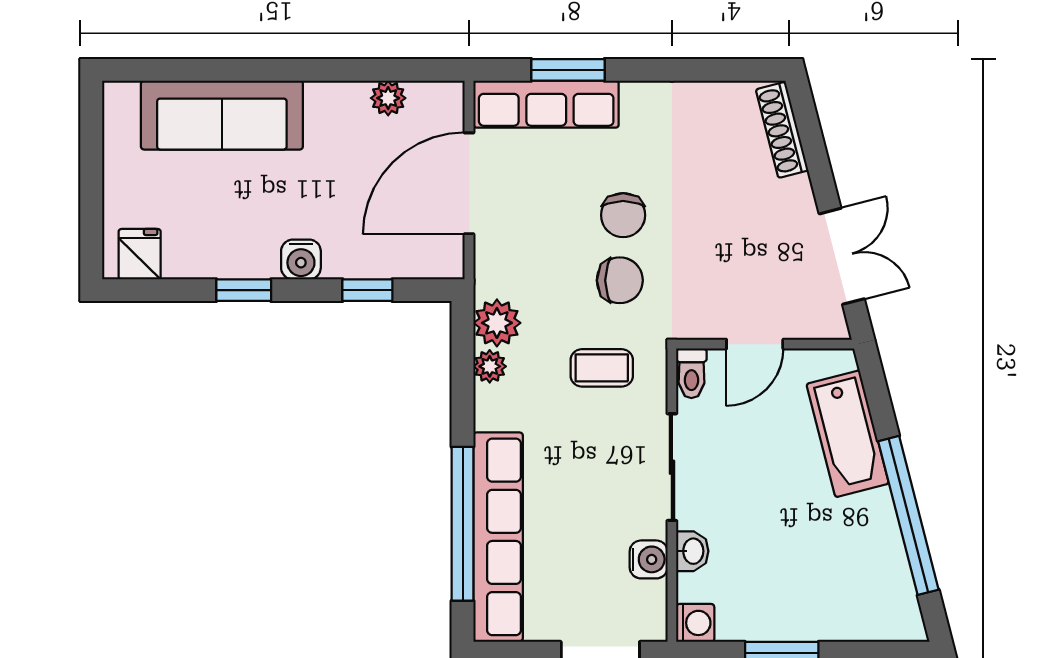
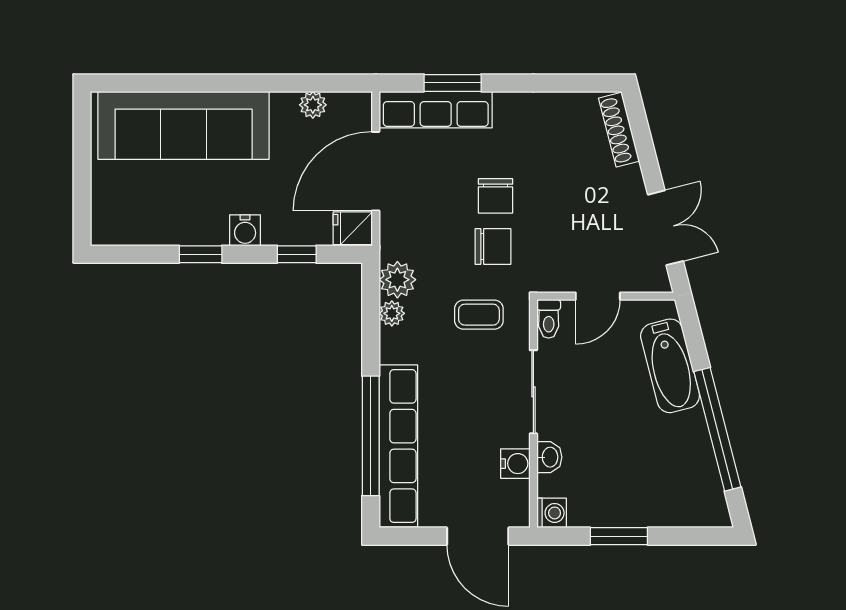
sofa: (222, 115) -> (184, 125), width x1.36, depth x1.27
fridge: (140, 254) -> (353, 228), moved, turned -90

